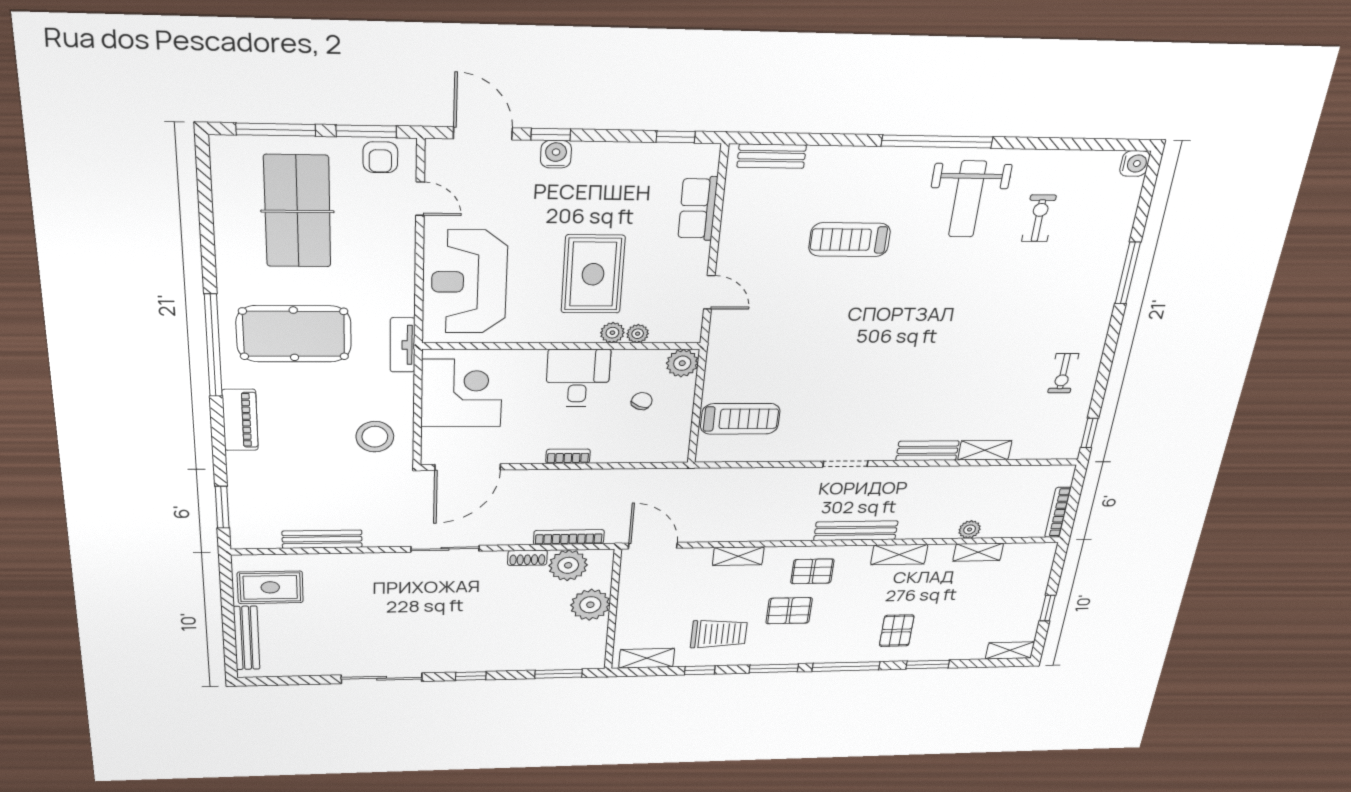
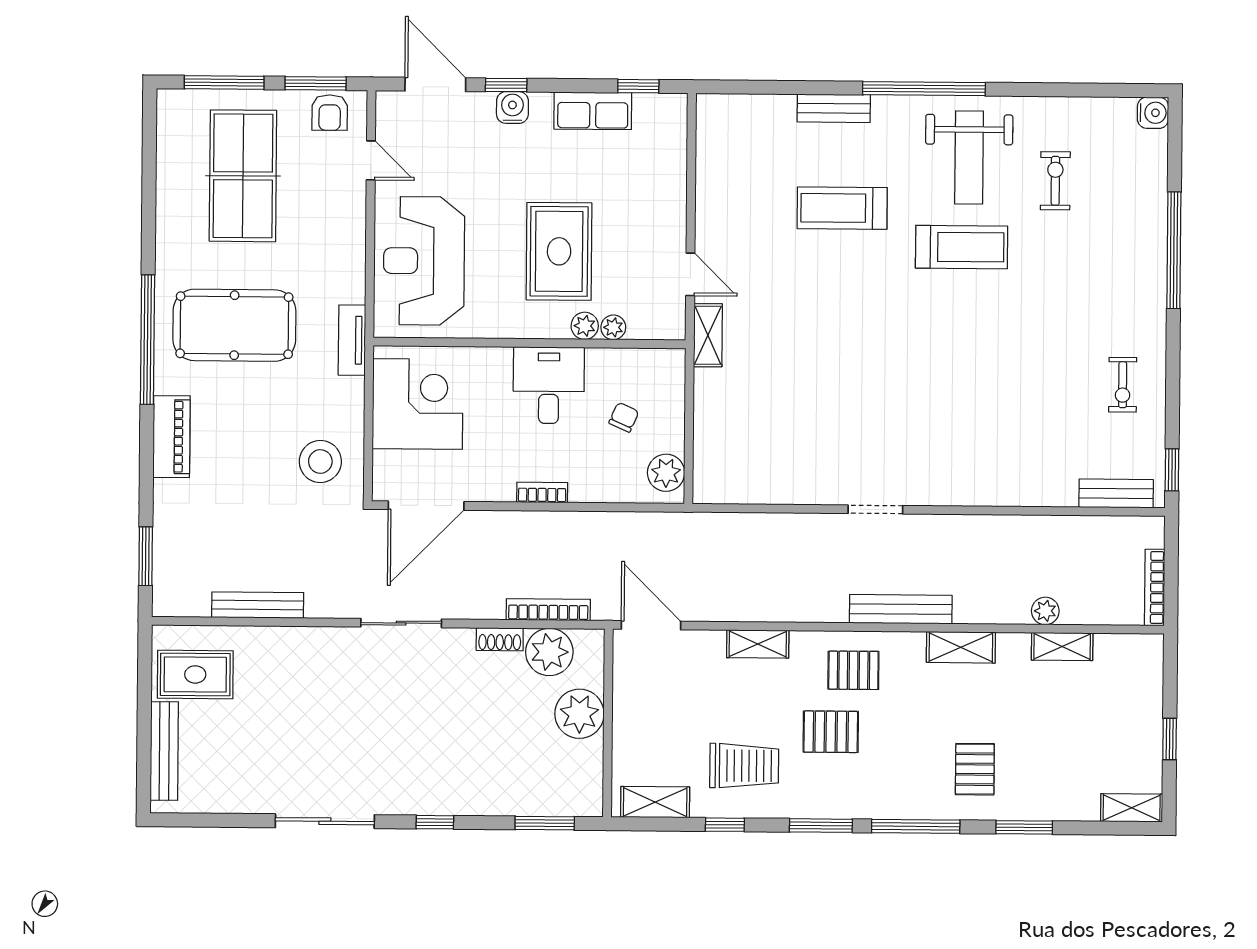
bench: (772, 156) -> (834, 108), moved
row of seats: (698, 208) -> (593, 111), moved, turned -90
window: (1128, 273) -> (1174, 250), width x1.46
plant: (682, 363) -> (666, 473), moved
treadmill: (740, 419) -> (962, 247), moved
shelving: (985, 450) -> (708, 335), moved, turned 90
bench: (927, 451) -> (1116, 493), moved

